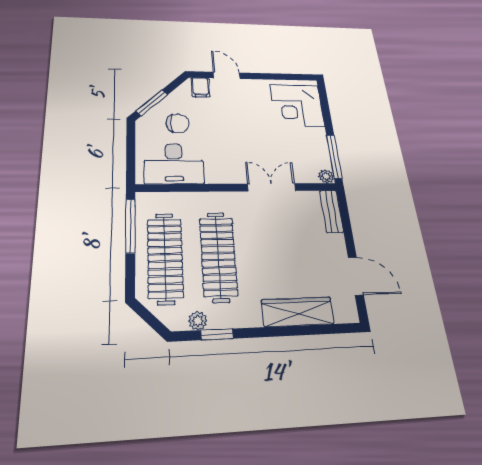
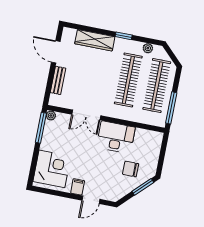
door: (226, 75) -> (91, 200), hinge flipped
filing cabinet: (200, 87) -> (78, 187), moved
desk: (174, 164) -> (116, 137), moved
bench: (331, 211) -> (58, 80), moved
window: (217, 334) -> (124, 36), moved

